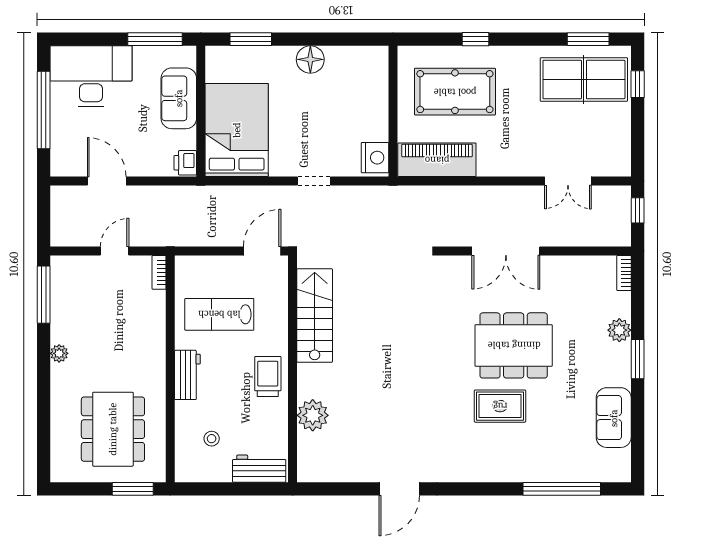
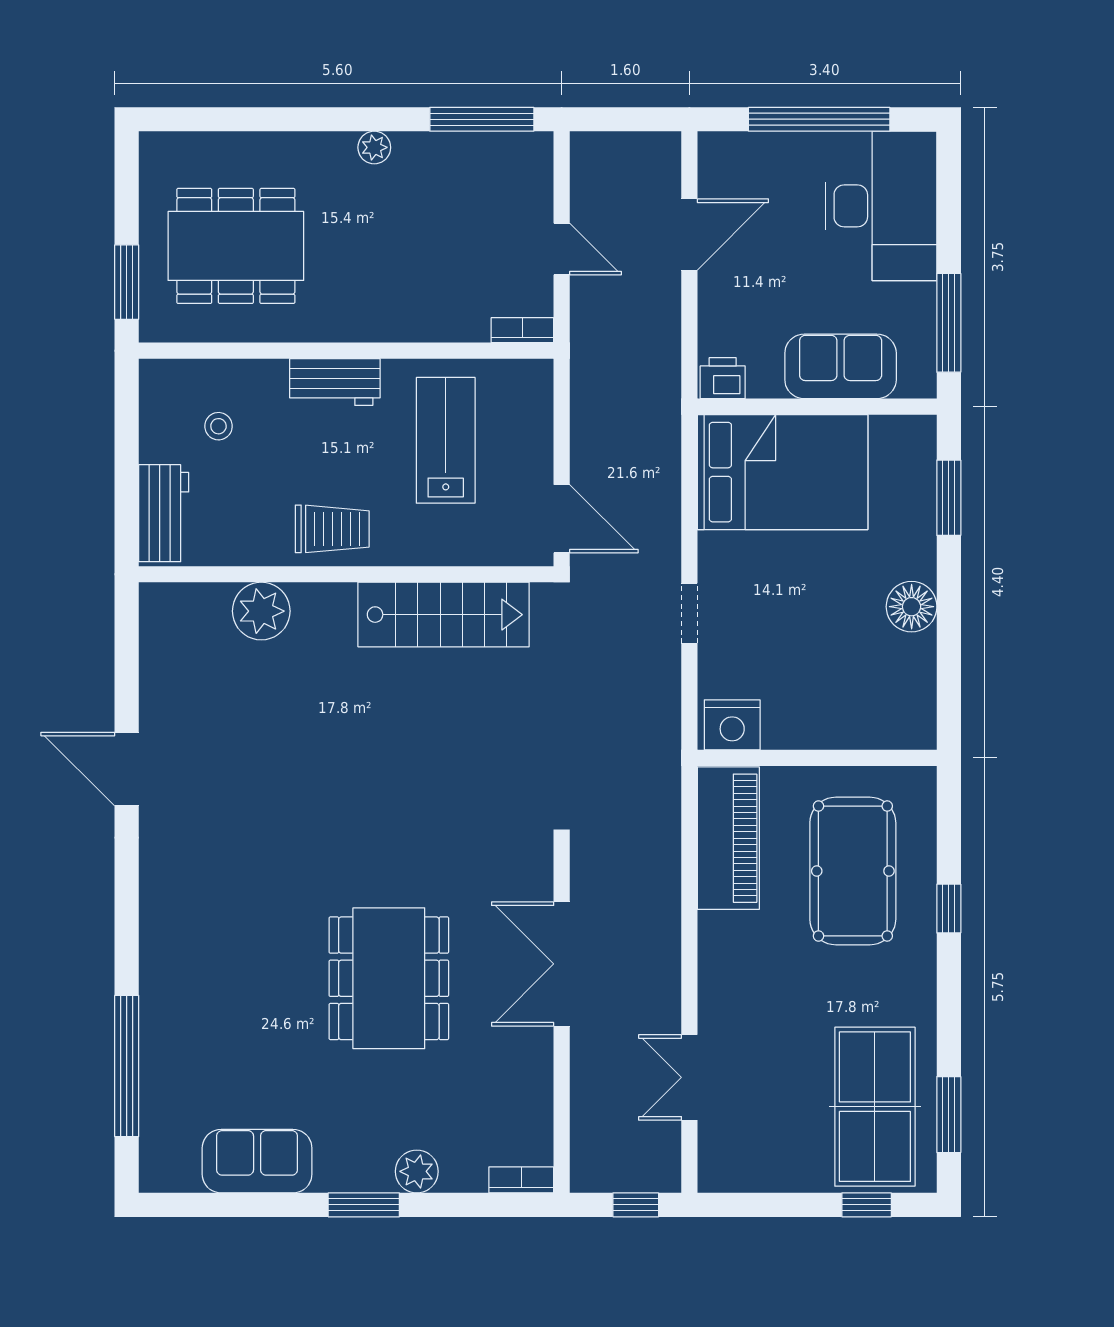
rug: (500, 406) -> (278, 953), removed

